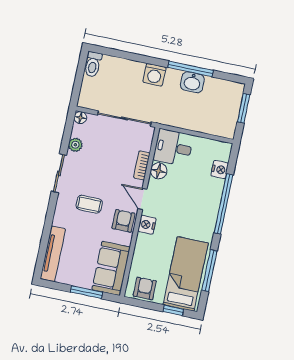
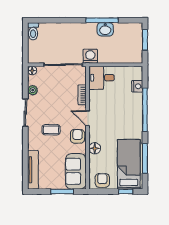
washing machine: (154, 75) -> (90, 56), moved, turned 180
floor lamp: (159, 171) -> (95, 148), moved
nightstand: (147, 225) -> (94, 136), removed

